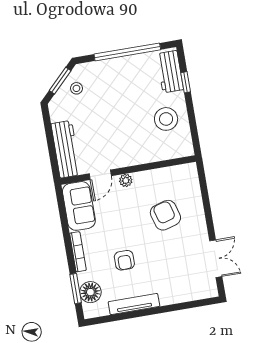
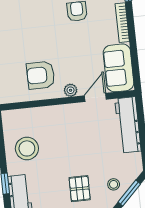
pallet: (110, 82) -> (80, 189), added
armchair: (165, 215) -> (41, 75), moved, turned 106

